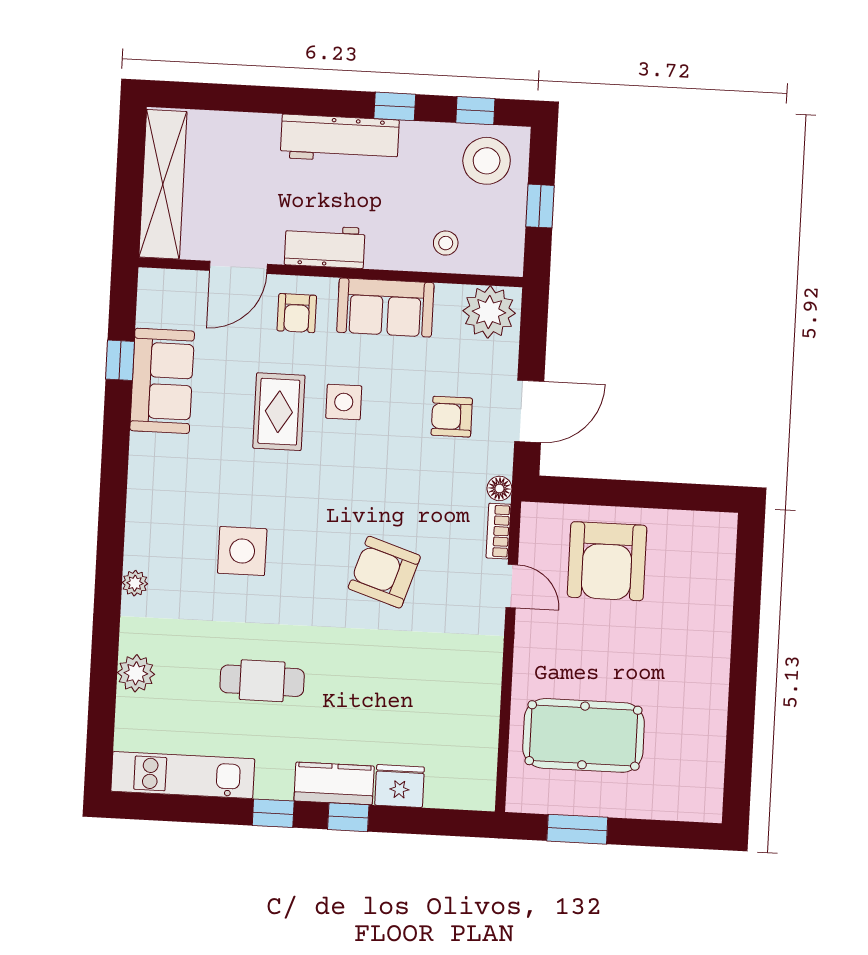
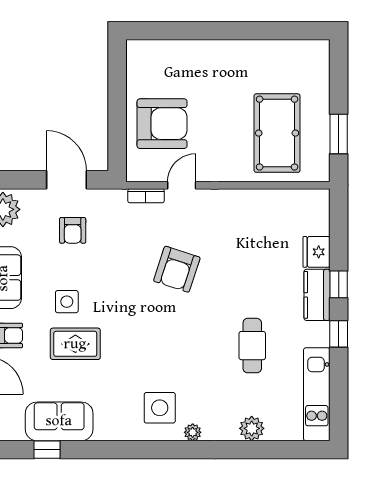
floor lamp: (499, 488) -> (118, 197), removed
side table: (242, 551) -> (160, 408), moved

